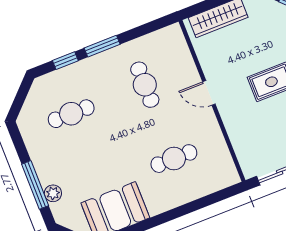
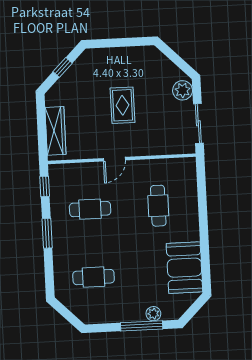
window: (65, 61) -> (45, 186), moved
cafe table: (71, 114) -> (94, 277), turned 90

